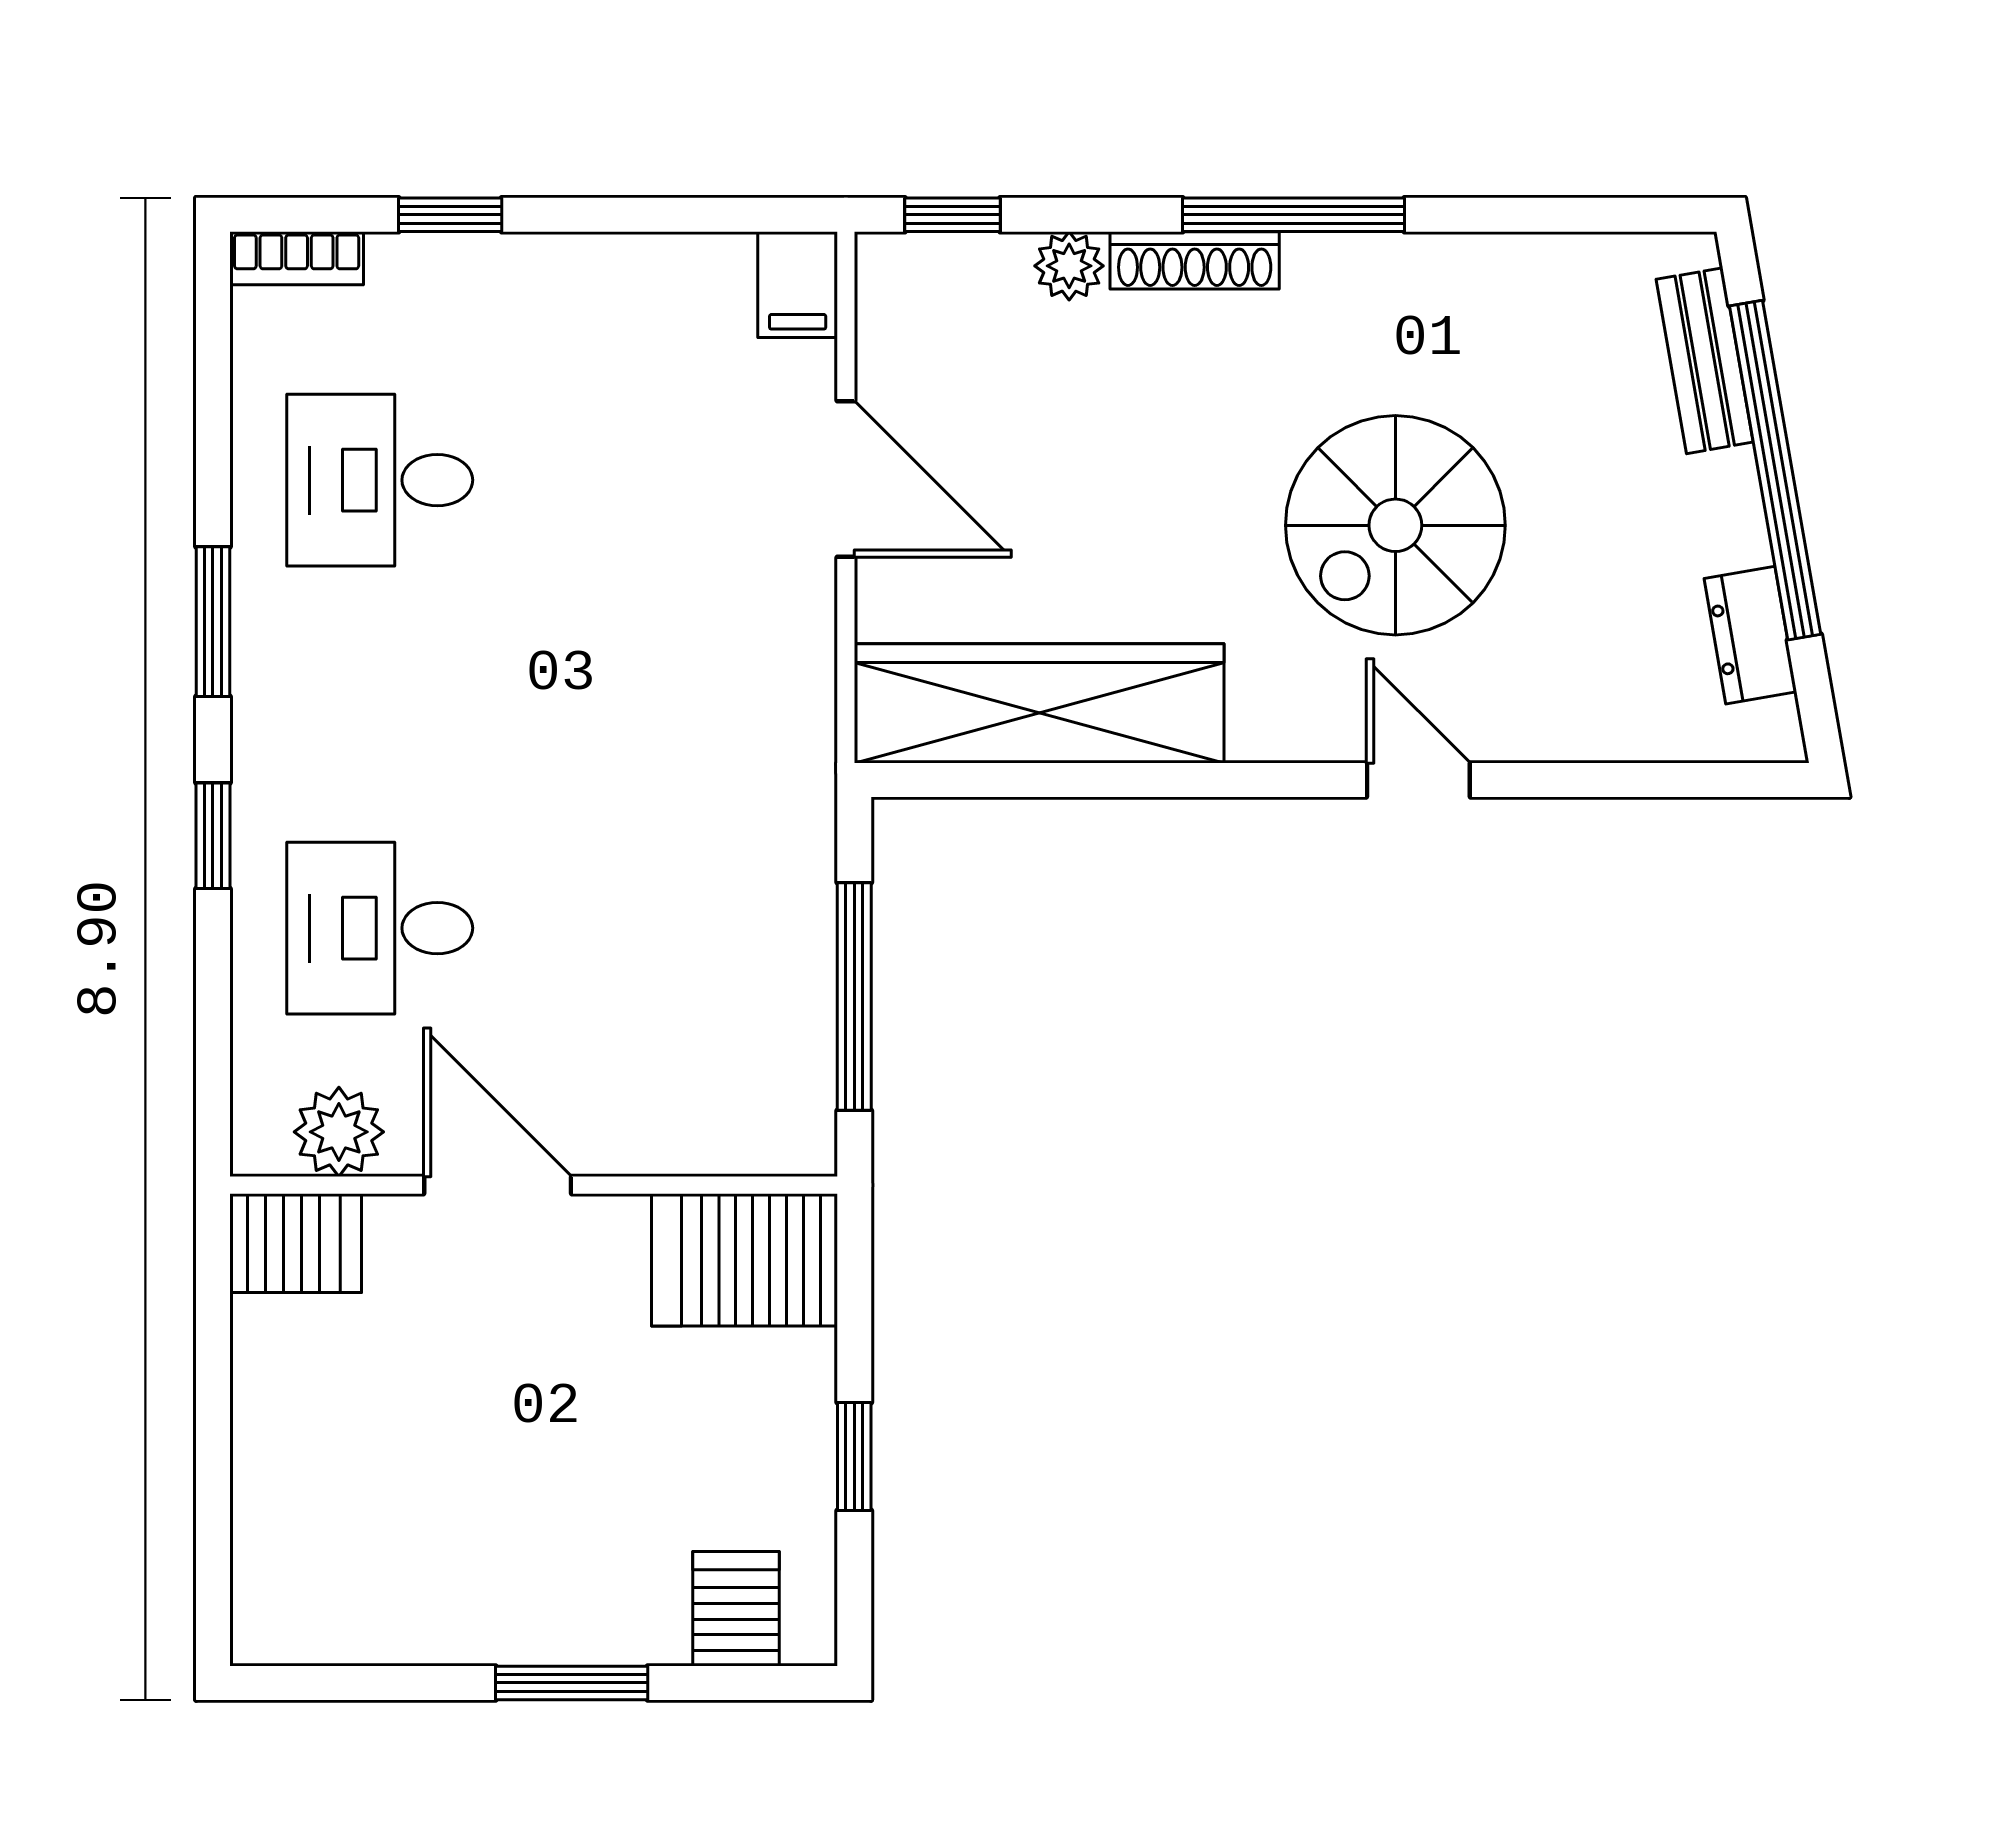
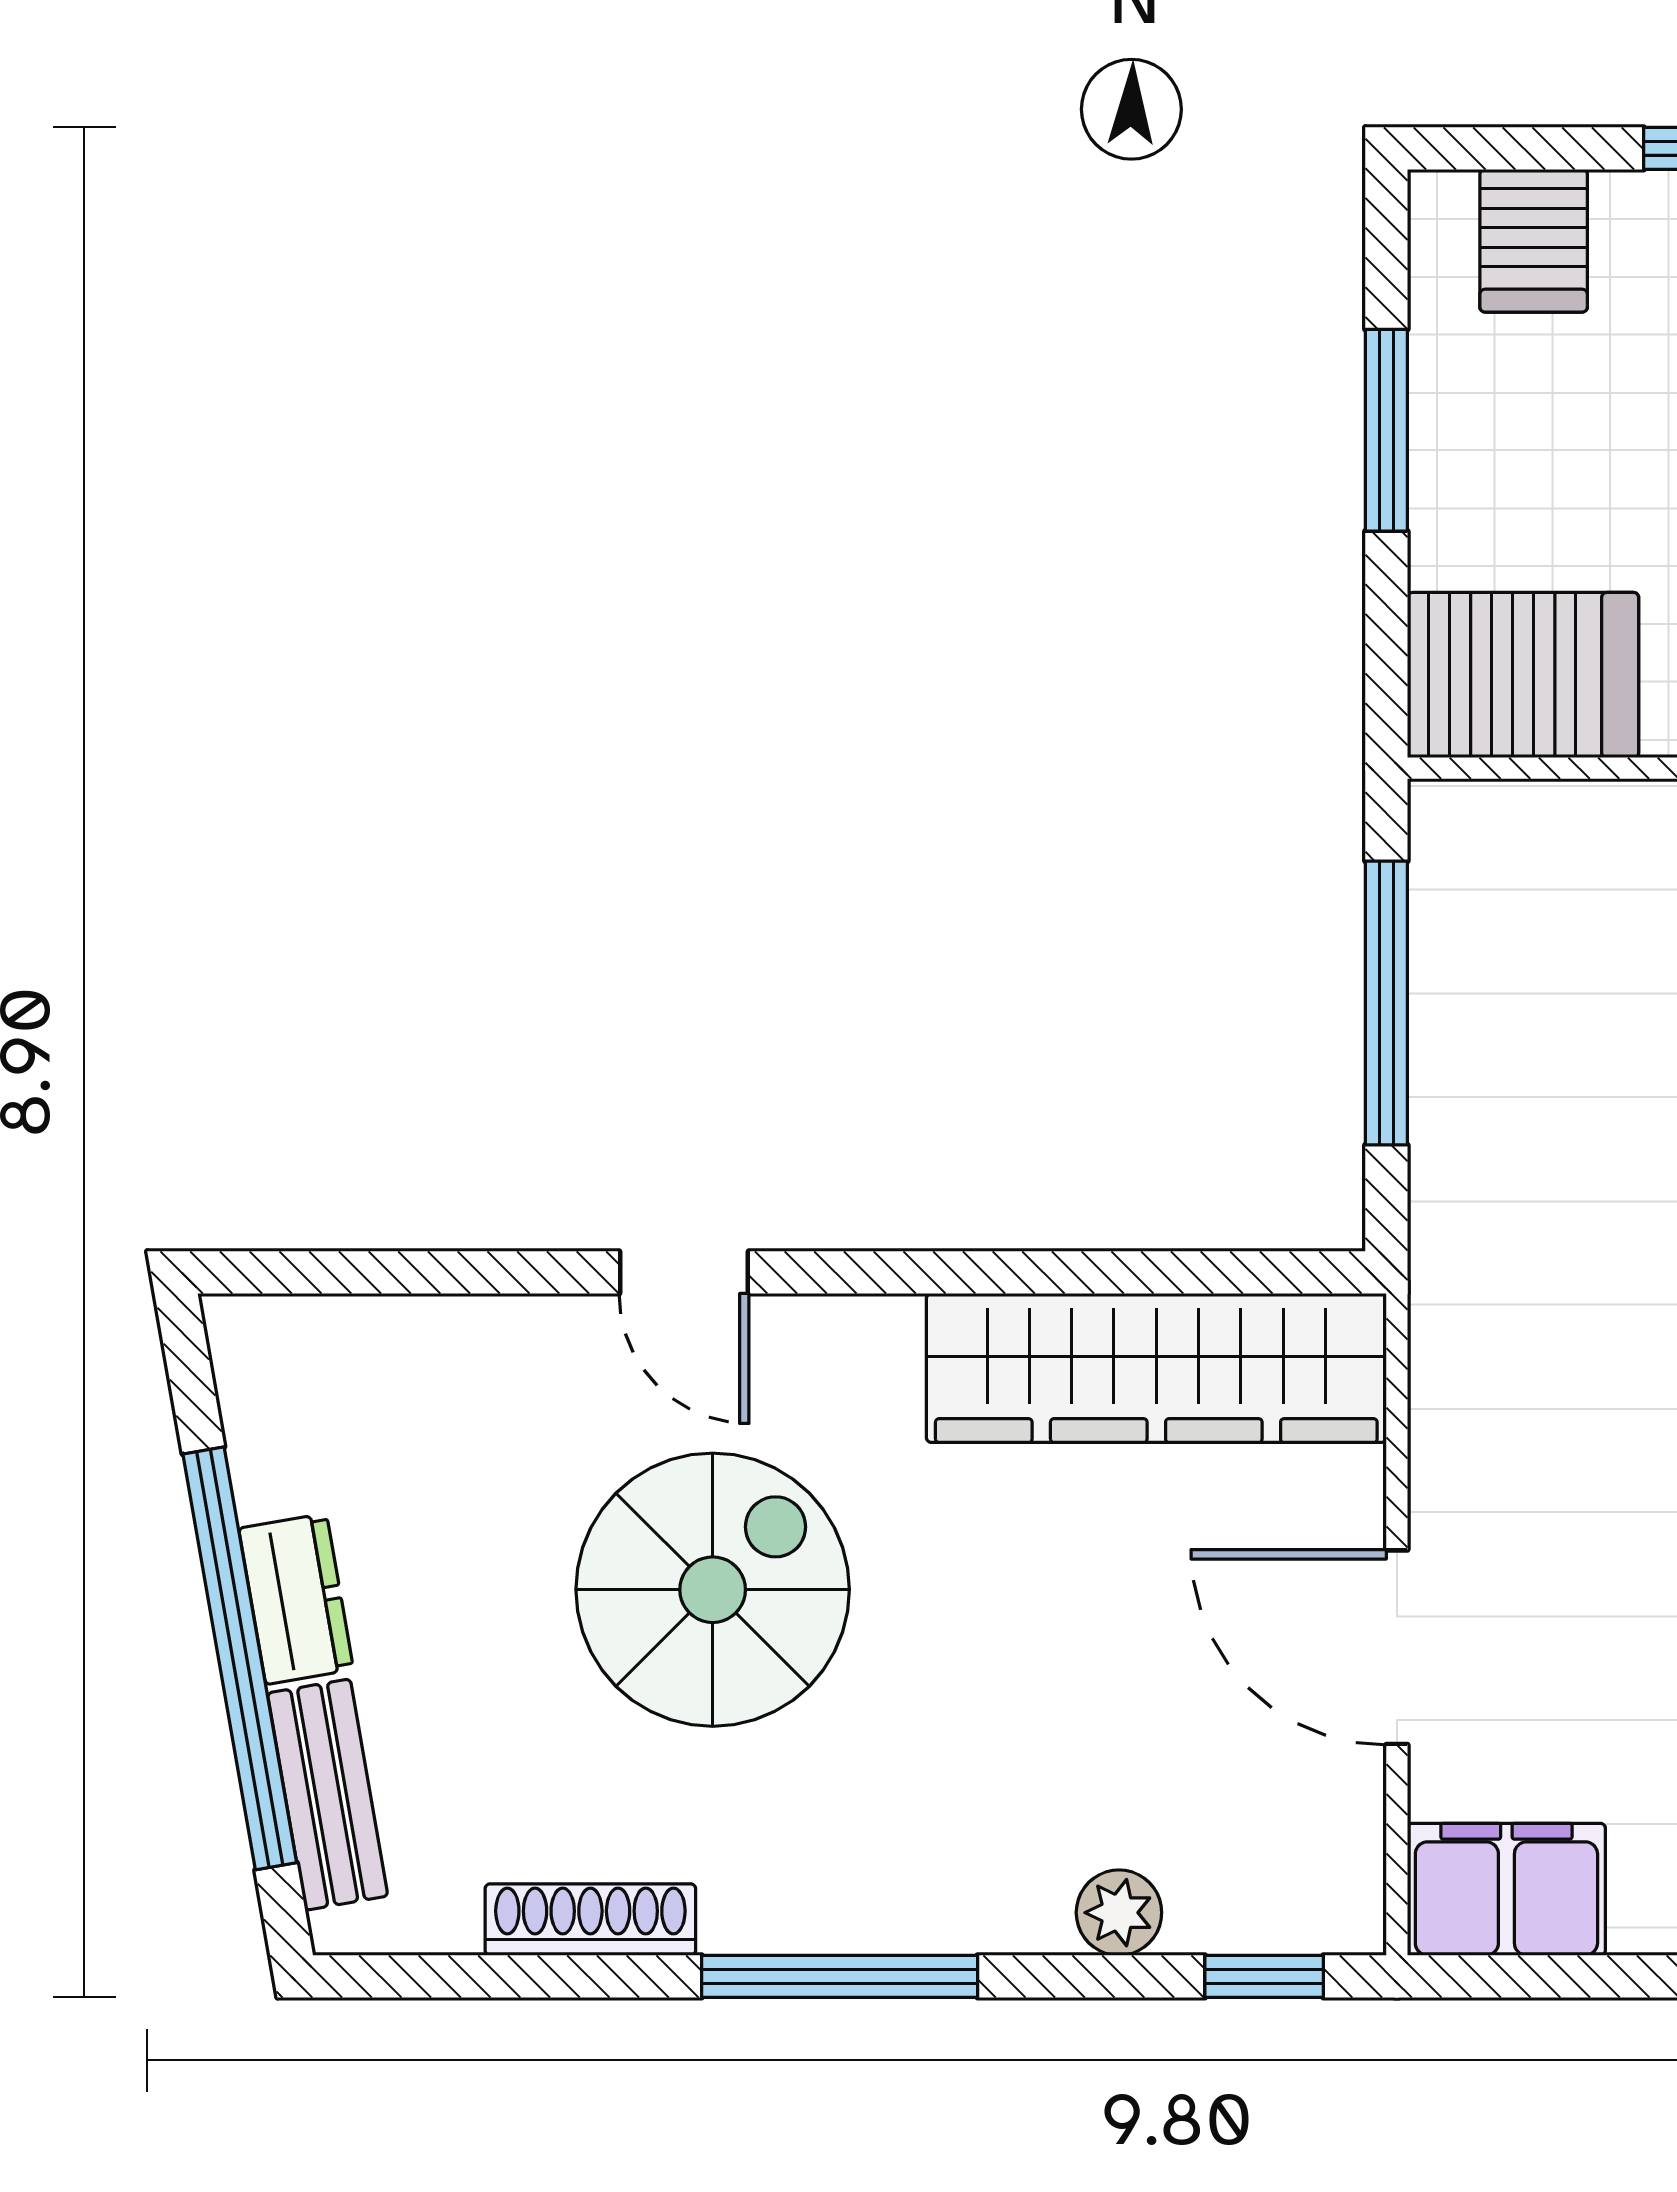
shoe rack: (1195, 260) -> (590, 1920), moved
filing cabinet: (798, 285) -> (1506, 1889), width x2.00
dresser: (1750, 635) -> (296, 1599), moved
window: (854, 1456) -> (1386, 430), width x1.50

